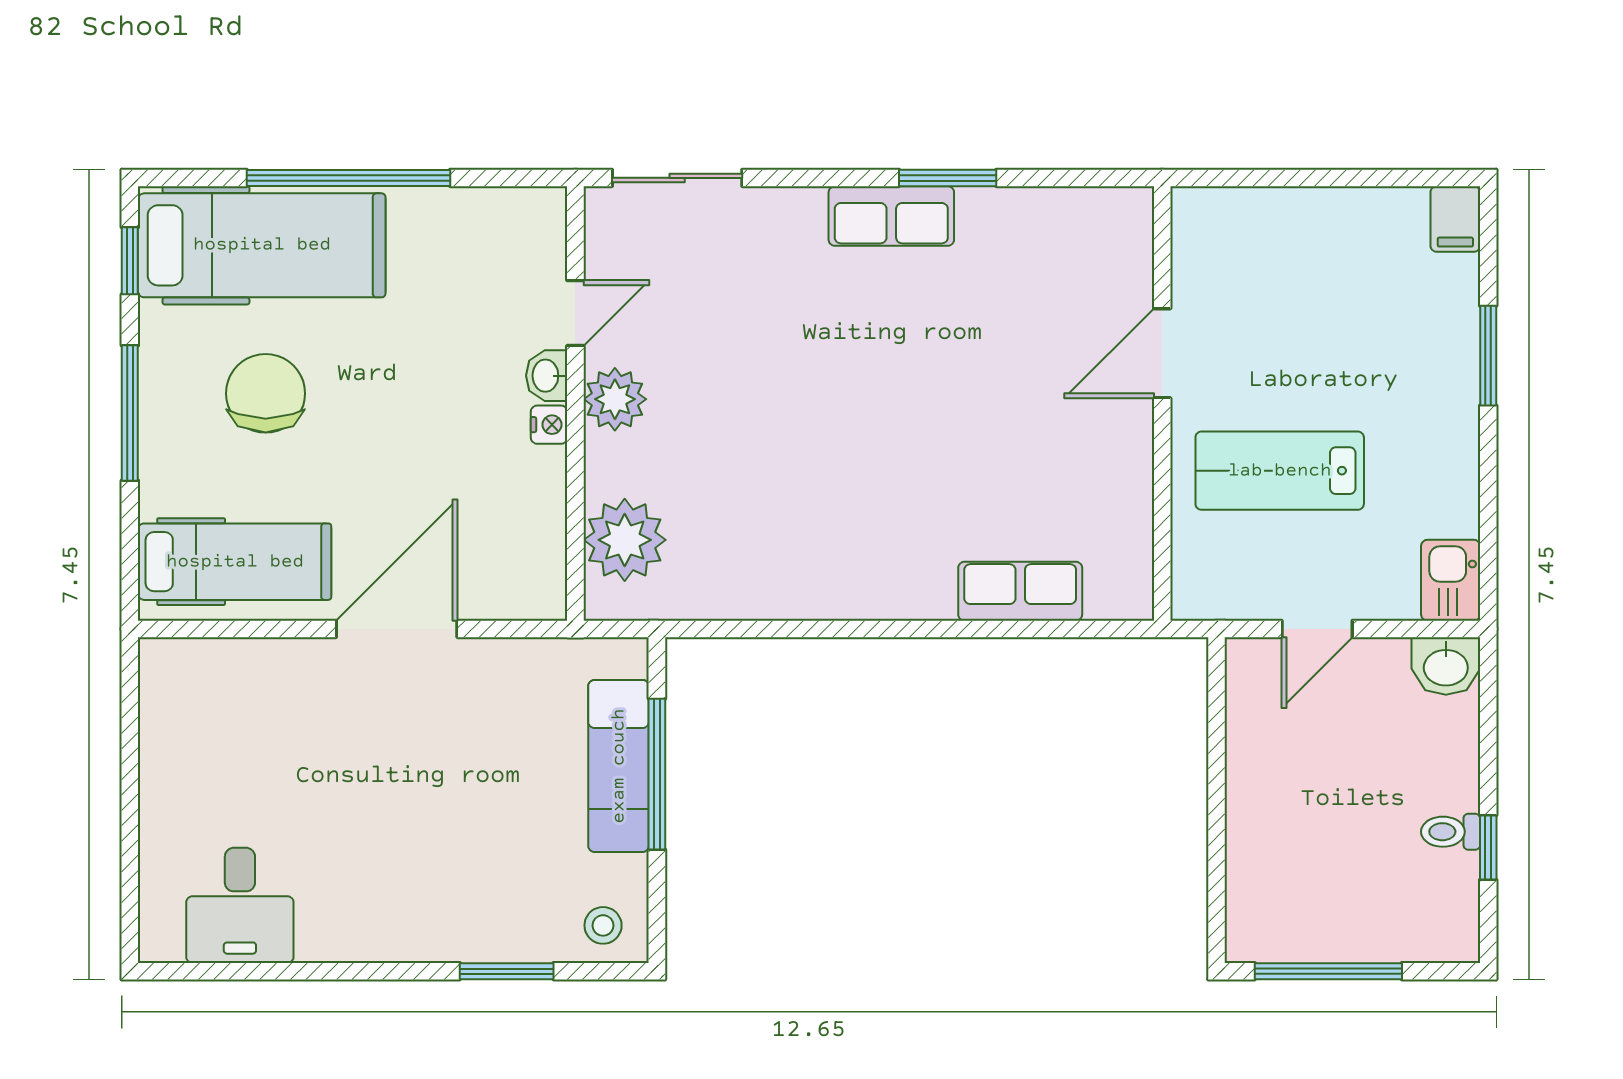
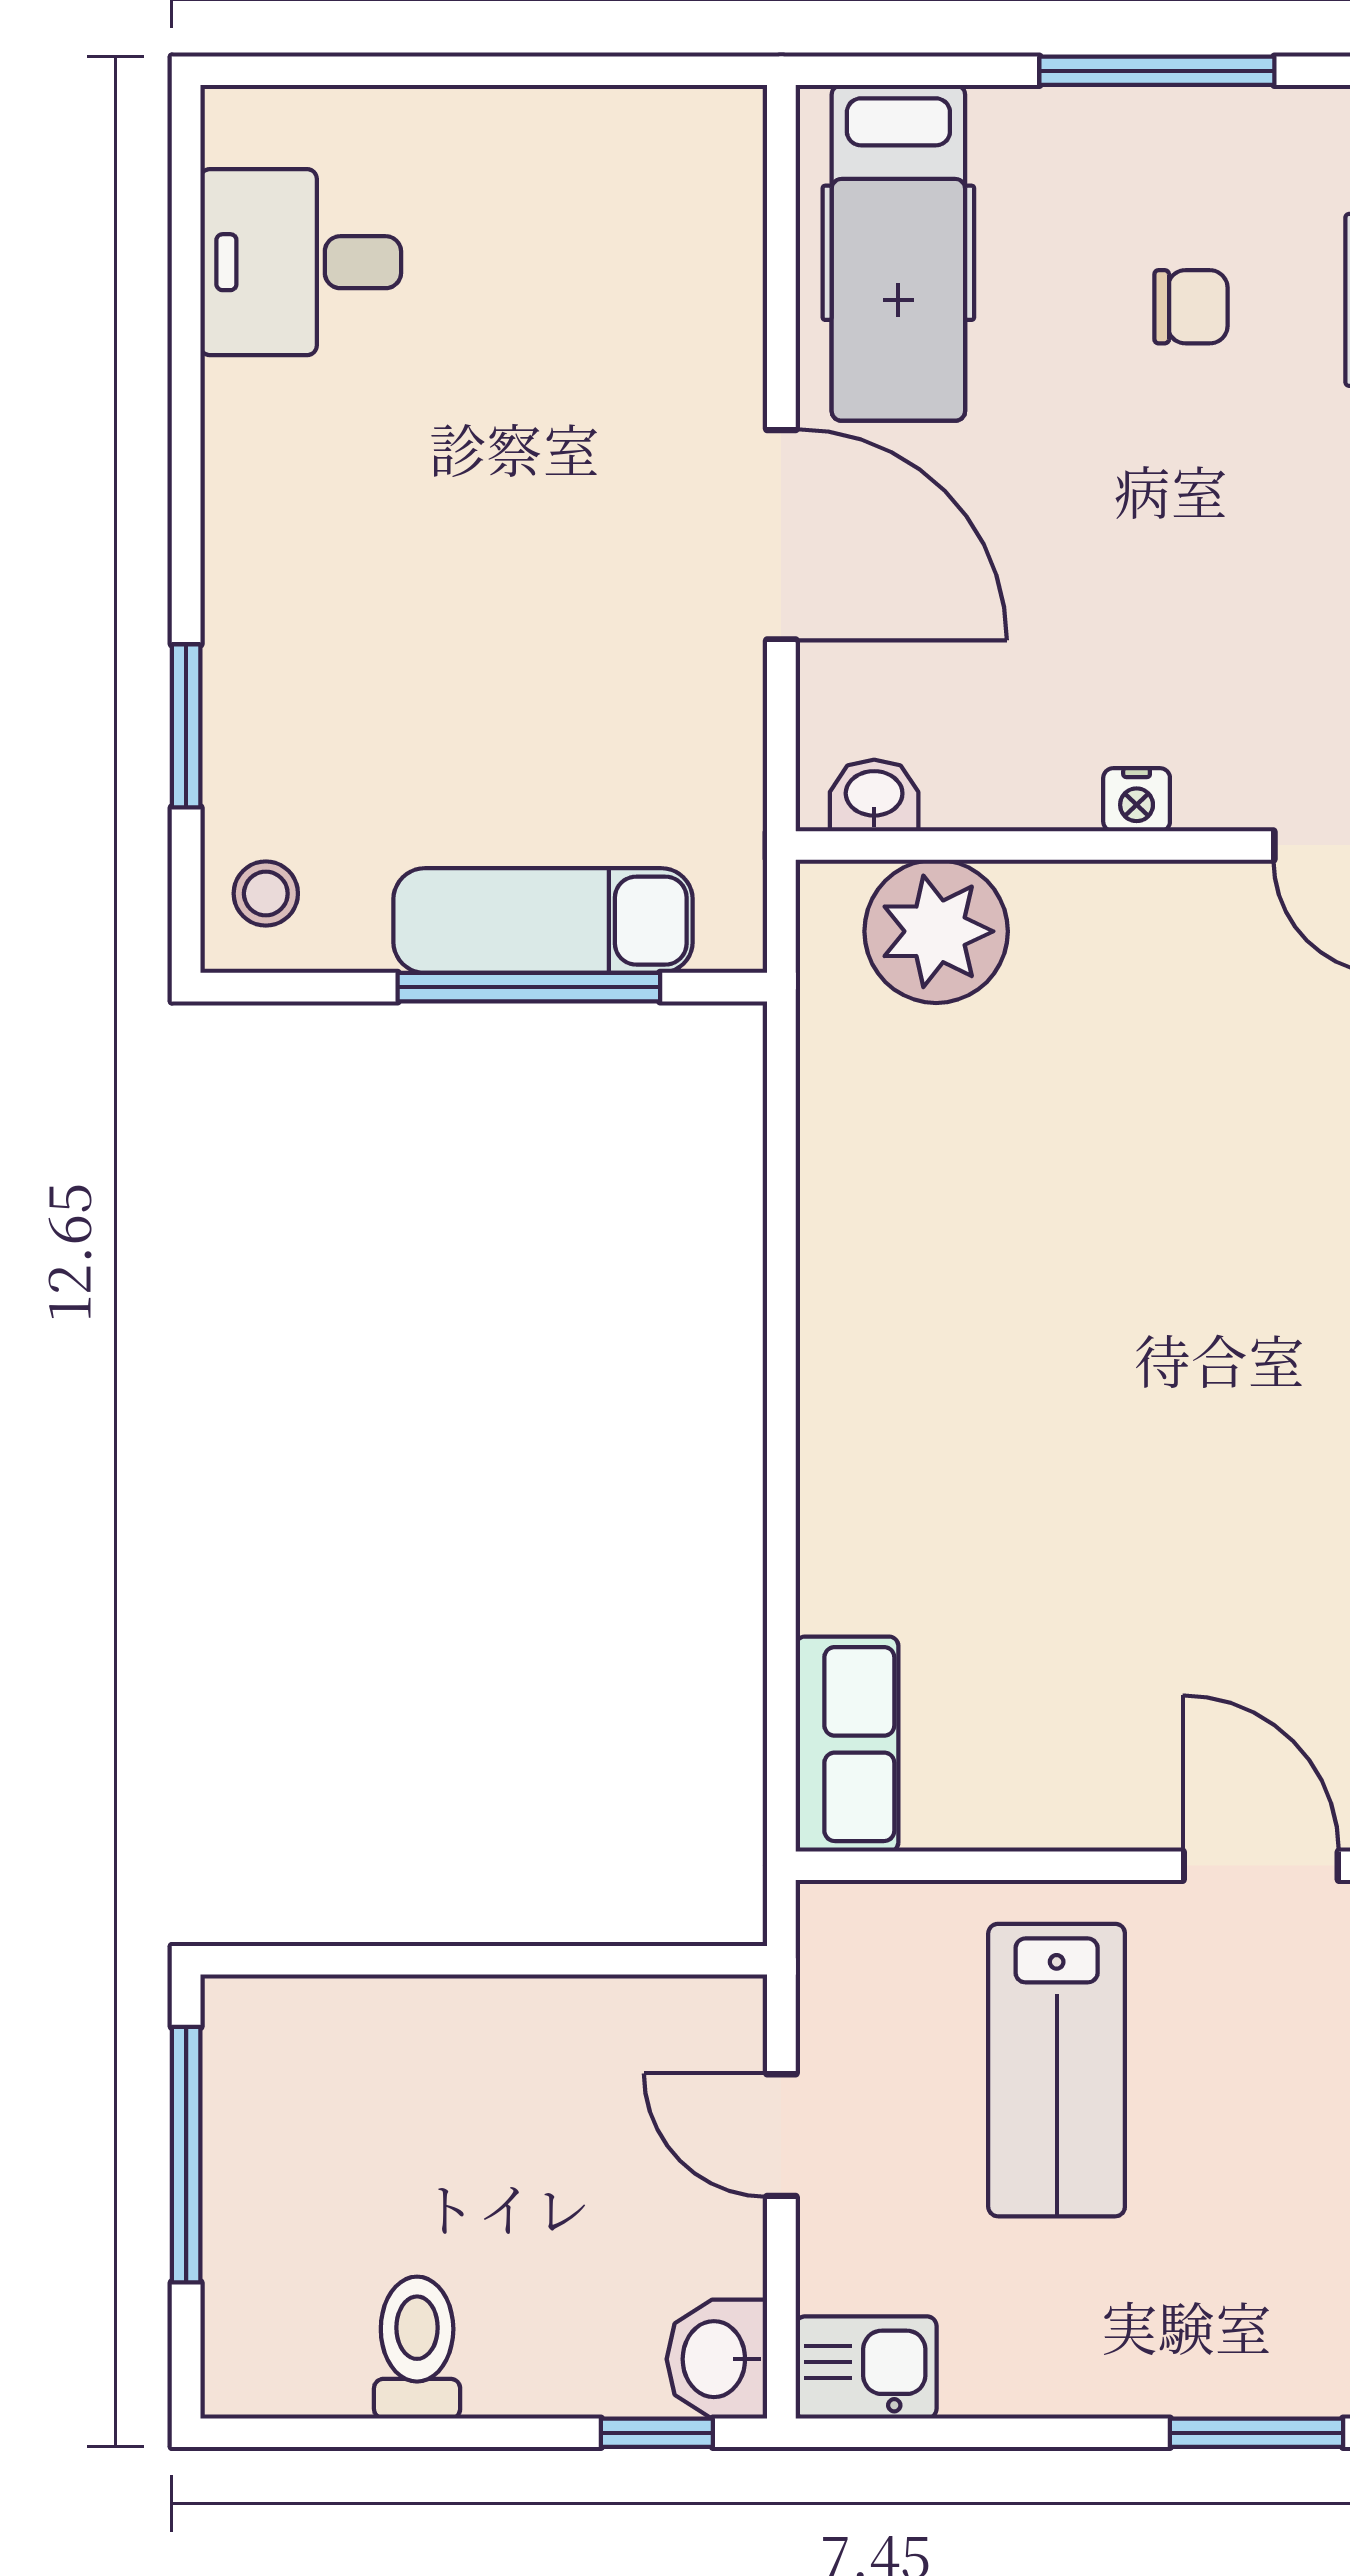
washbasin: (547, 376) -> (874, 795), moved
chair: (266, 393) -> (1191, 307), width x0.54, depth x0.54
plant: (615, 399) -> (1181, 914), removed
lab bench: (1280, 471) -> (1057, 2070), turned 180
row of seats: (1020, 591) -> (847, 1744), moved
toilet: (1451, 832) -> (417, 2348), width x1.37, depth x1.39
window: (1488, 848) -> (657, 2433), moved

